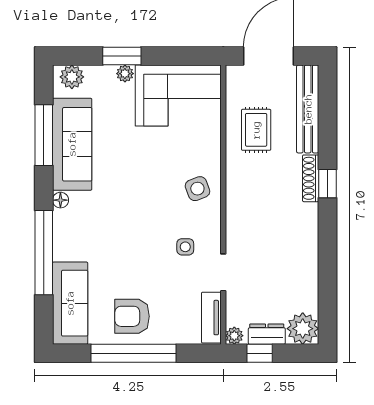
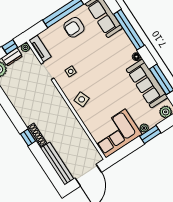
rug: (256, 130) -> (73, 140), removed
armchair: (132, 316) -> (74, 27), turned 180

